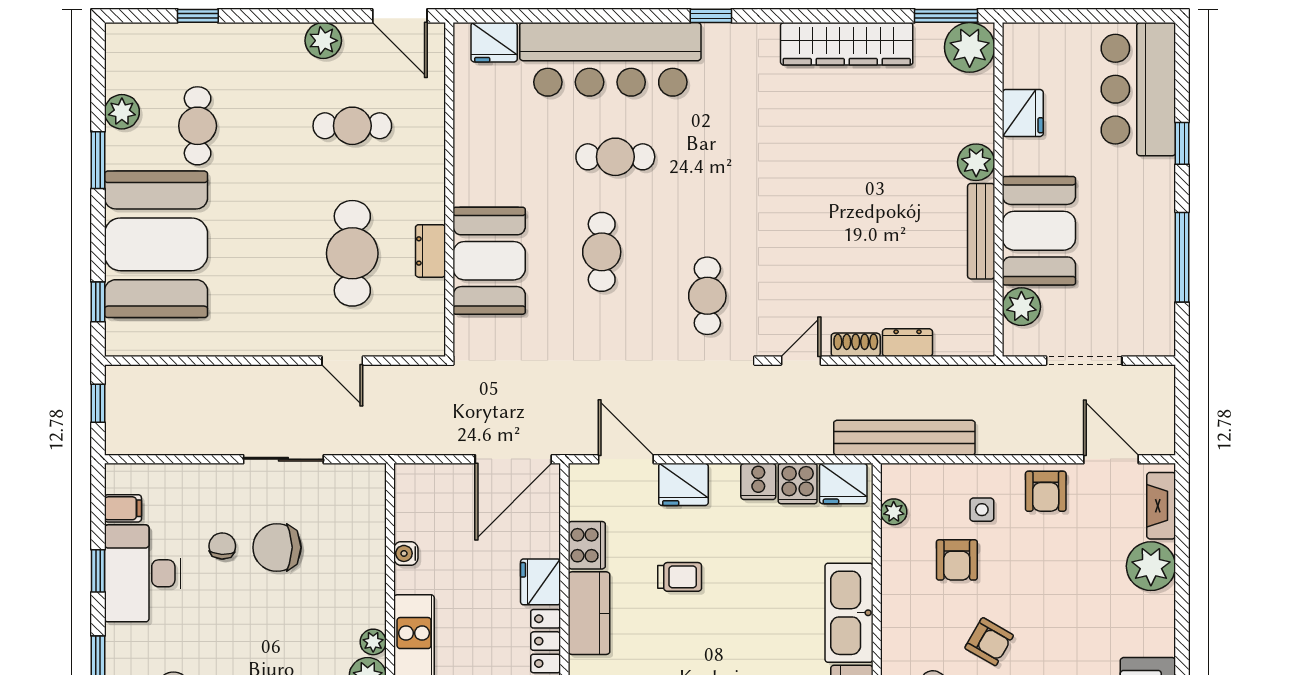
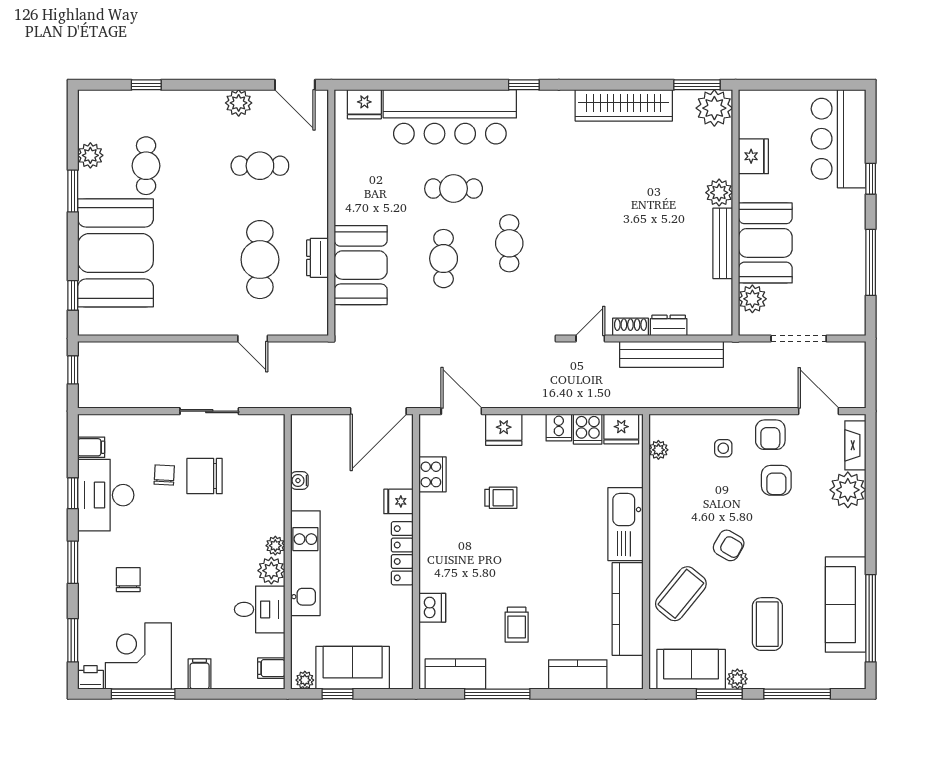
cafe table: (707, 296) -> (509, 243), moved
bench: (904, 438) -> (671, 354), moved
armchair: (957, 560) -> (776, 480), moved
fridge: (541, 582) -> (398, 501), width x0.72
kitchen counter: (589, 613) -> (434, 524), removed

